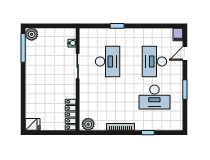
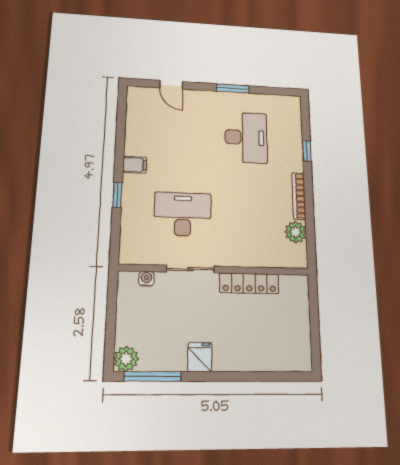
filing cabinet: (178, 34) -> (135, 165), moved
desk: (154, 61) -> (184, 134), removed
locker: (71, 115) -> (249, 283), moved
fridge: (33, 124) -> (200, 357), moved
plant: (88, 124) -> (296, 232), moved

